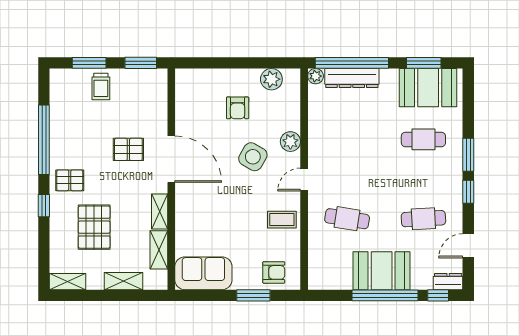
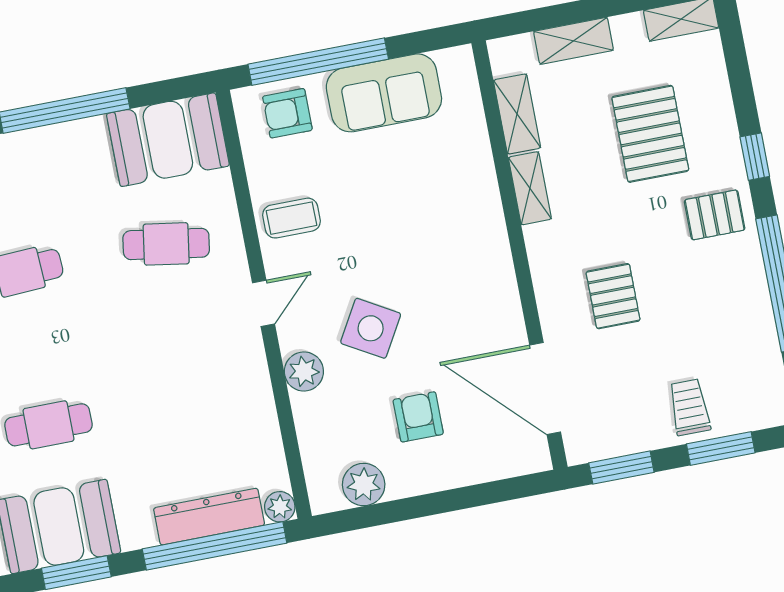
pallet: (128, 149) -> (613, 296), turned 90
door: (171, 159) -> (545, 389), moved
booth: (382, 271) -> (168, 140), moved
sofa: (203, 273) -> (384, 93), moved
window: (253, 295) -> (318, 62), width x2.11

